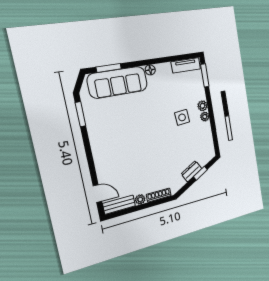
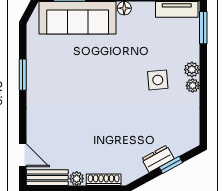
window: (80, 114) -> (23, 75), moved

